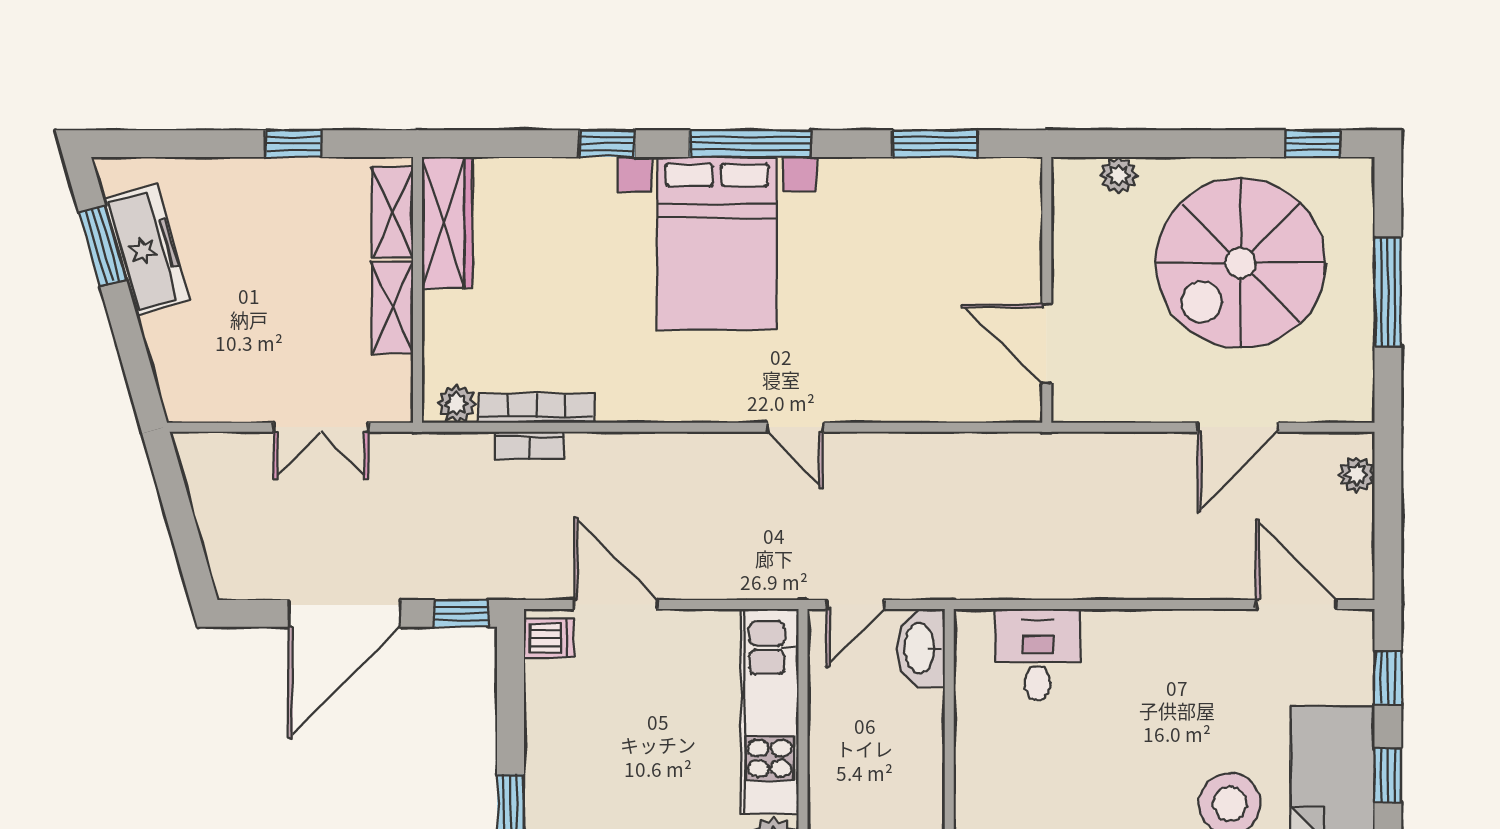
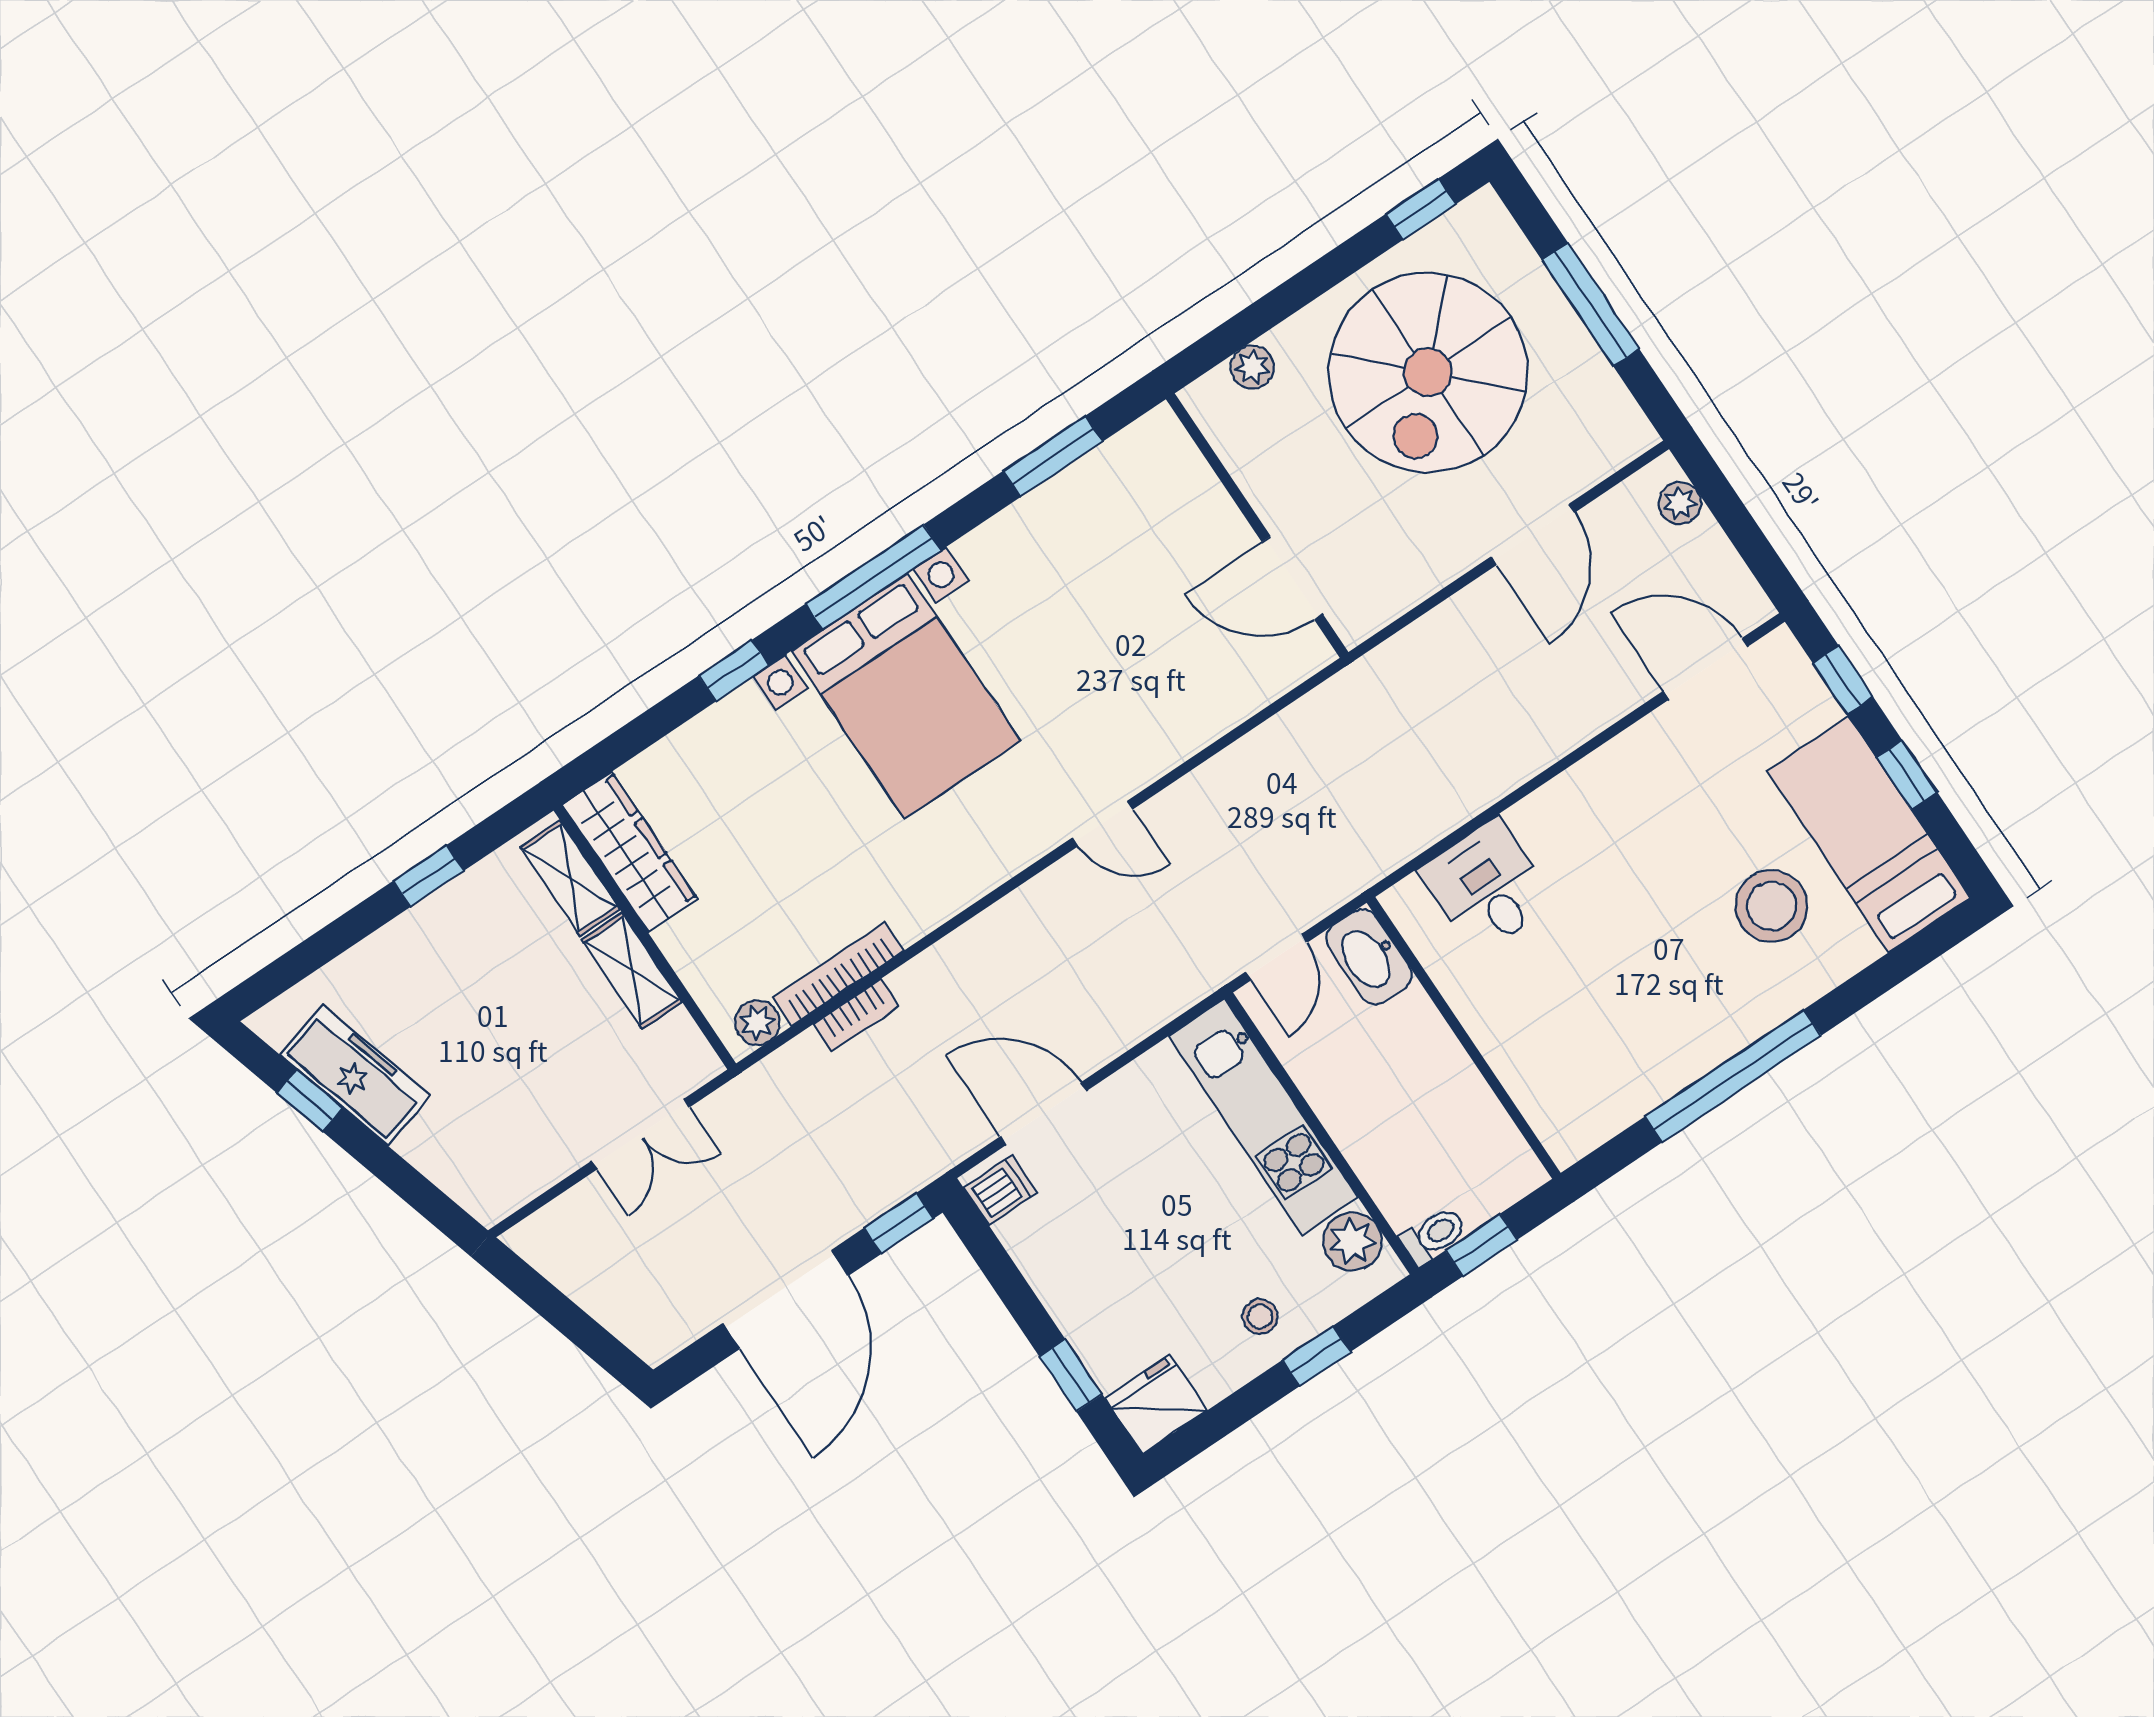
window: (103, 246) -> (310, 1100), width x0.67

